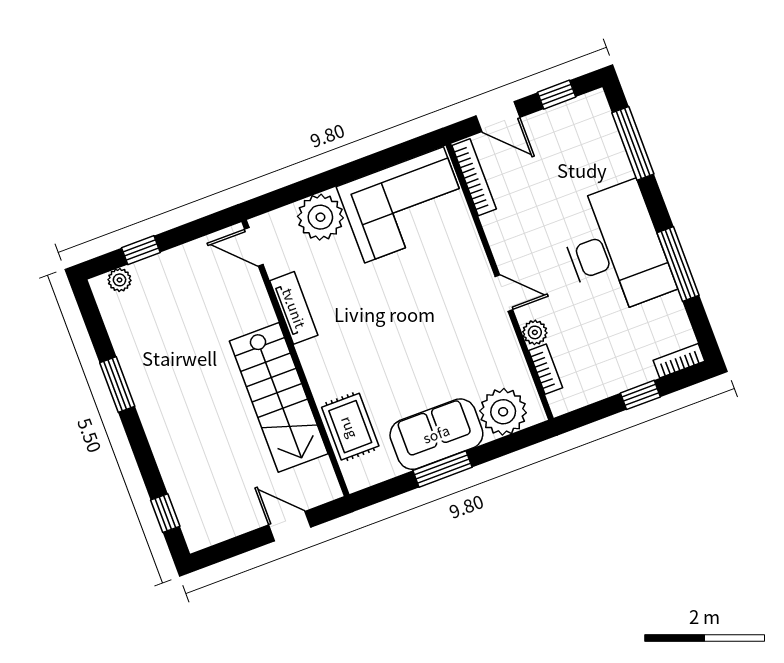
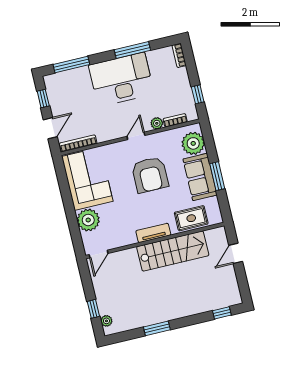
tv unit: (294, 308) -> (153, 233), moved
armchair: (428, 331) -> (150, 175), added
window: (640, 395) -> (198, 94), moved

